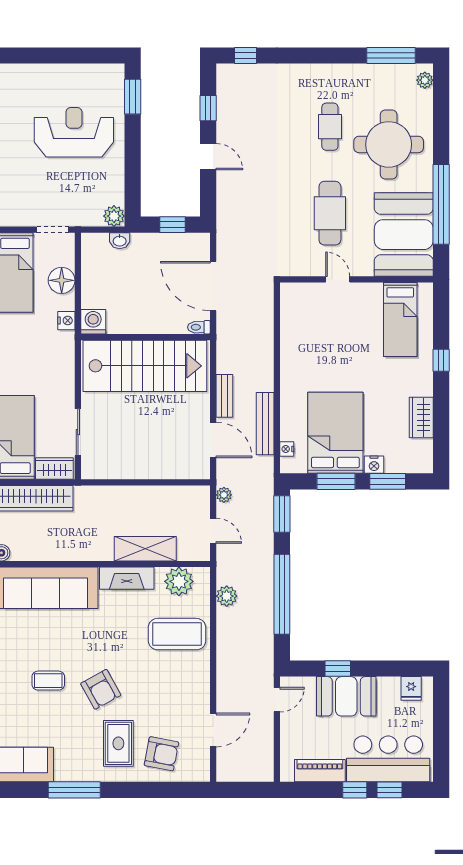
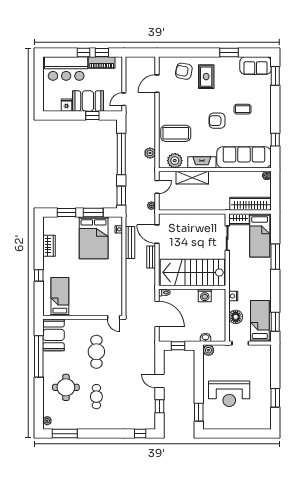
round table: (389, 144) -> (66, 387), width x0.73, depth x0.73
booth: (404, 235) -> (54, 335), width x0.73, depth x0.70
door: (338, 279) -> (114, 317), moved
washing machine: (93, 322) -> (205, 295), moved
nightstand: (374, 465) -> (74, 221), removed
door: (213, 531) -> (157, 187), swing flipped
fridge: (411, 688) -> (66, 105), moved
armchair: (101, 689) -> (217, 121), moved, turned -61
window: (74, 790) -> (229, 52), width x0.69
window: (390, 790) -> (102, 52), moved

